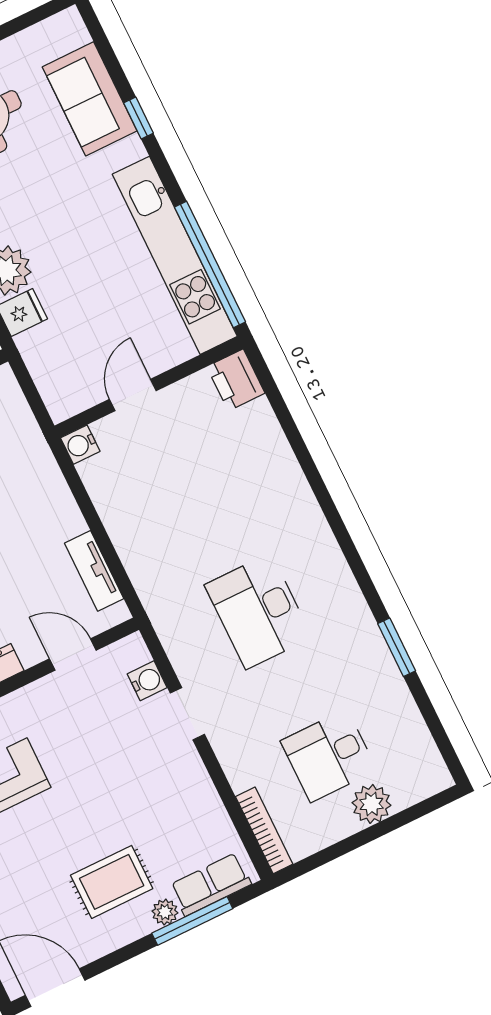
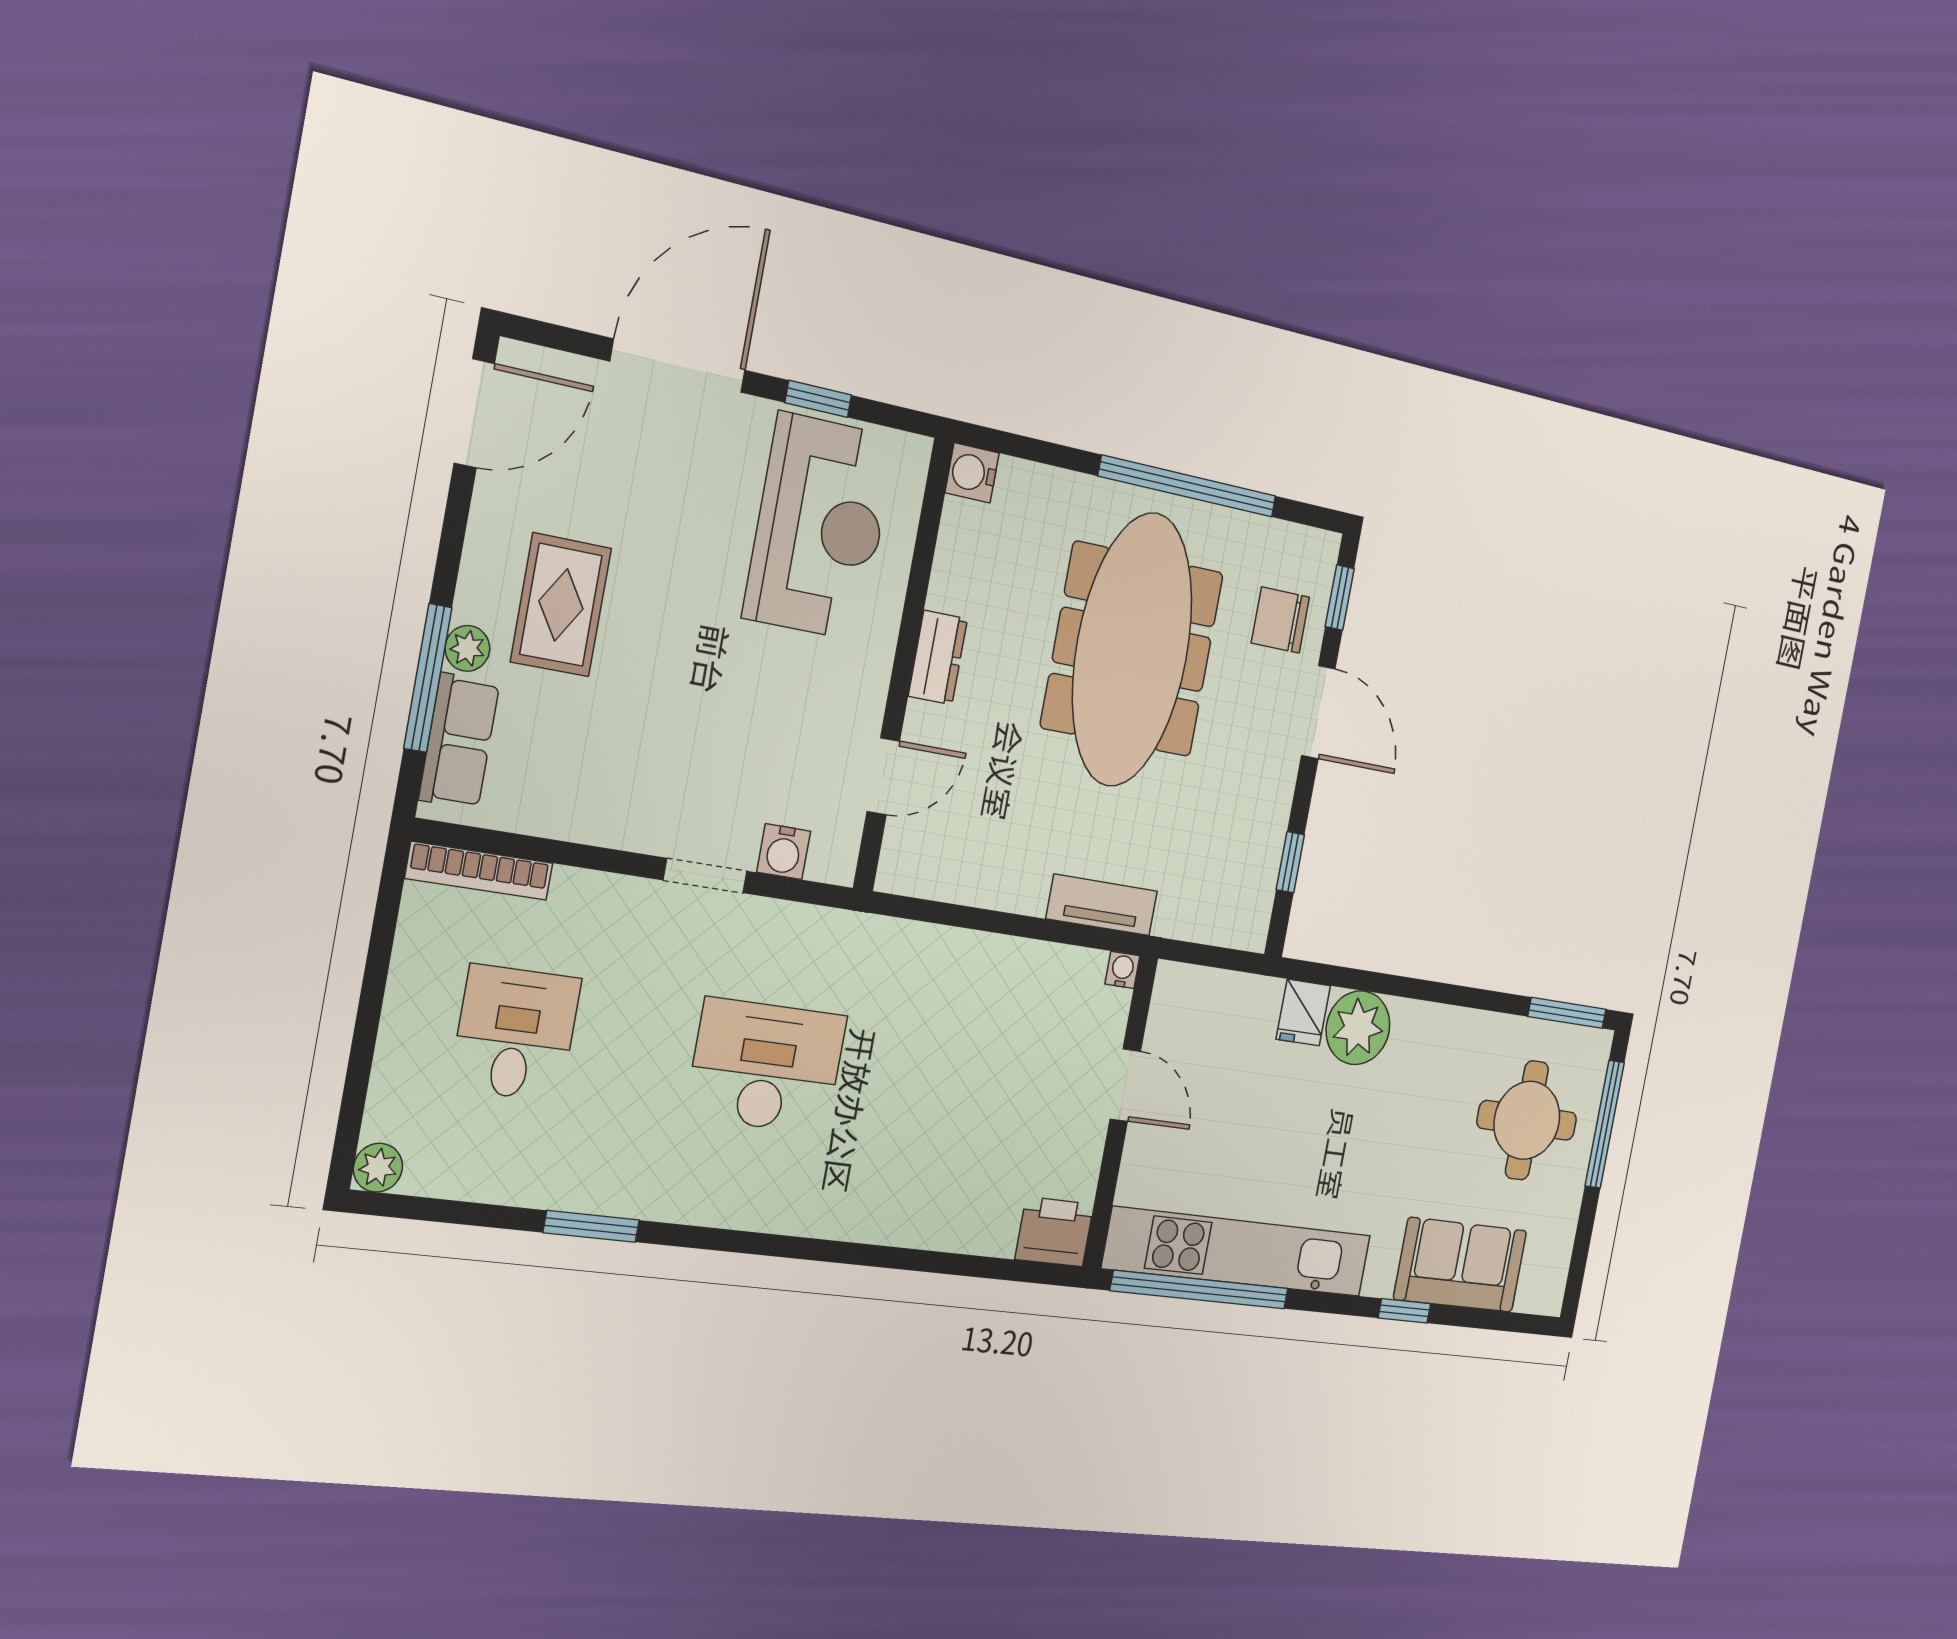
water cooler: (80, 445) -> (1122, 970), width x0.72, depth x0.72
tv unit: (94, 571) -> (1102, 905), moved
plant: (371, 804) -> (378, 1168), moved, width x0.73, depth x0.73

